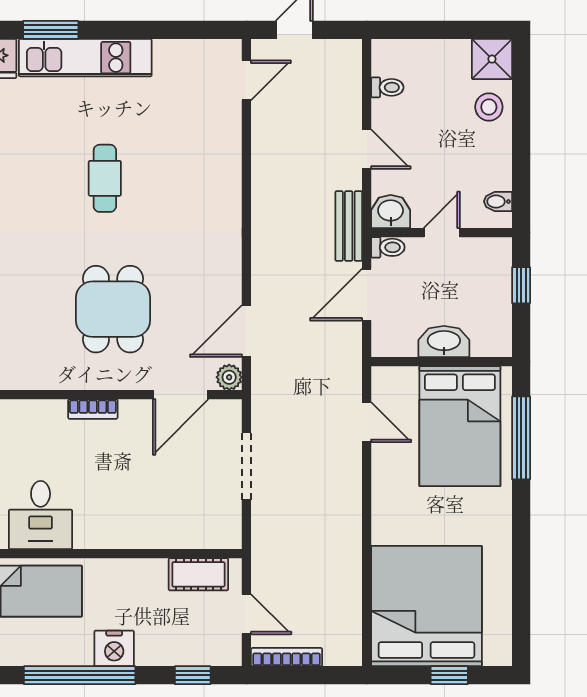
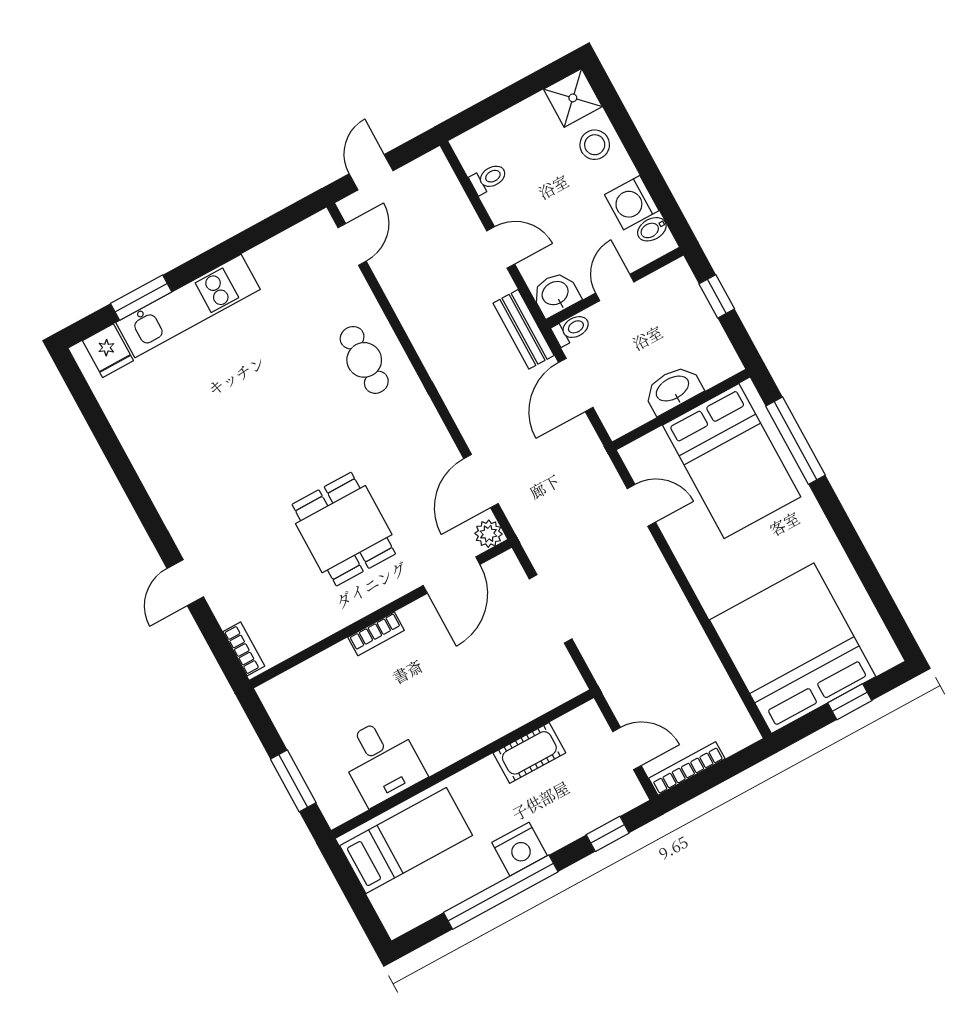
washing machine: (493, 171) -> (632, 203), added
cafe table: (105, 178) -> (364, 360), moved
cot: (198, 574) -> (529, 753), moved

